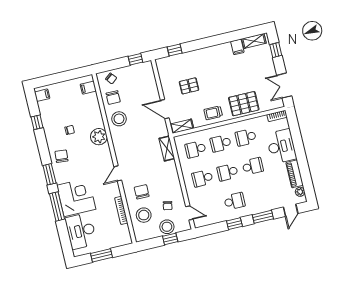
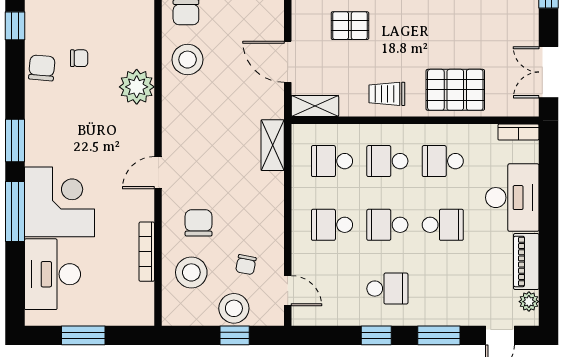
chair: (61, 156) -> (42, 68), moved

